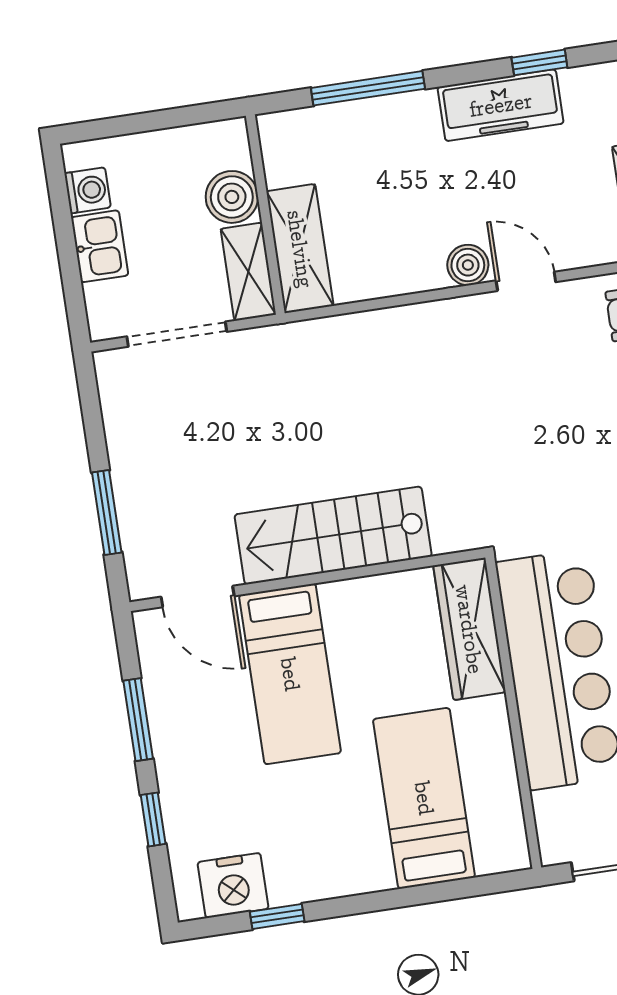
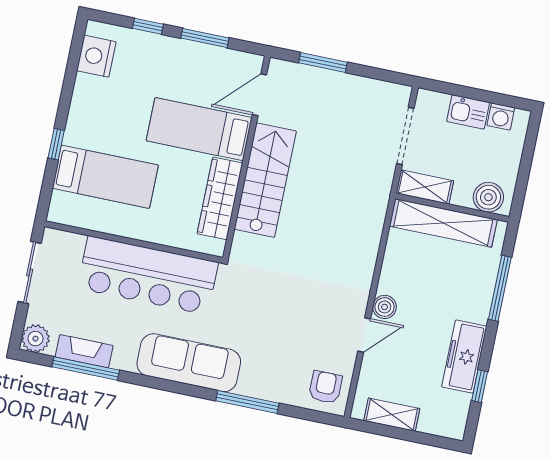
boiler: (232, 197) -> (488, 197), moved
shelving: (300, 249) -> (443, 223), width x1.47
wardrobe: (469, 629) -> (220, 198), moved, turned -90
window: (277, 916) -> (56, 144), moved

